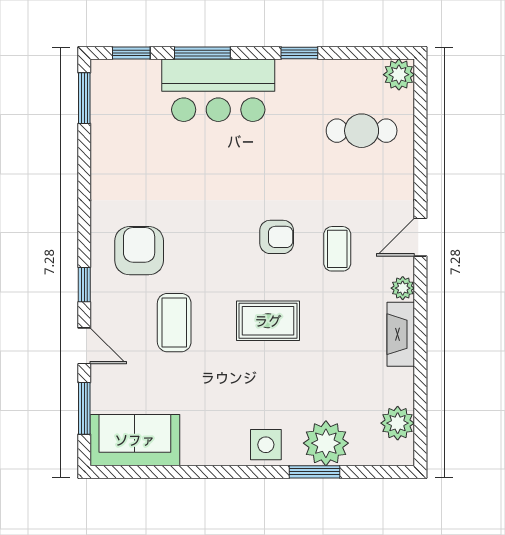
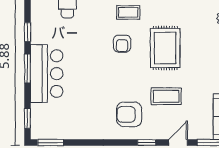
window: (202, 53) -> (27, 69), moved
armchair: (277, 237) -> (122, 44), turned 180
rug: (268, 321) -> (165, 48), width x1.36, depth x1.43

